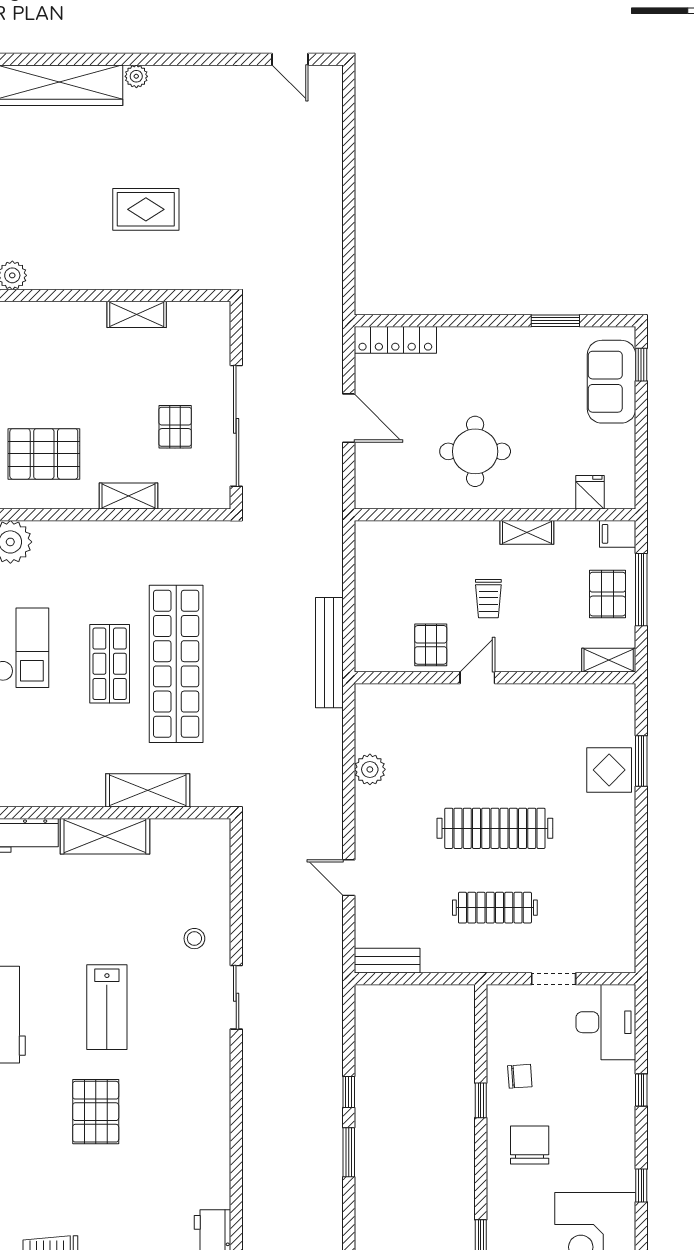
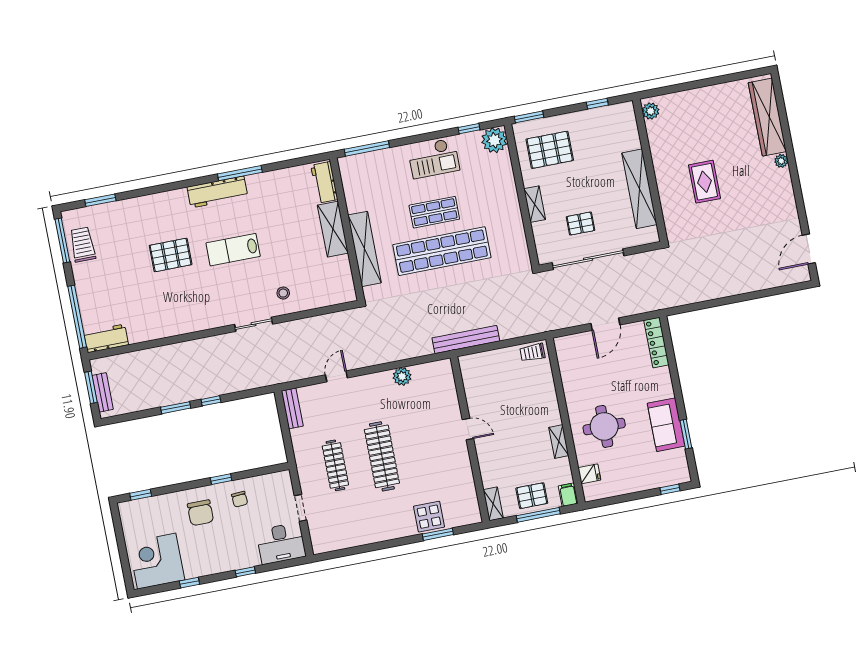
door: (290, 59) -> (809, 249), width x1.38
shelving: (137, 314) -> (639, 189), width x2.20, depth x1.33
sofa: (611, 382) -> (666, 425), moved, turned -90
round table: (475, 451) -> (604, 426), moved
pallet: (44, 454) -> (550, 150), turned 90
trolley: (488, 599) -> (532, 352), moved
pallet: (431, 645) -> (482, 398), removed
shelving: (148, 790) -> (365, 249), width x1.47
chair: (530, 1145) -> (200, 513), turned 90

